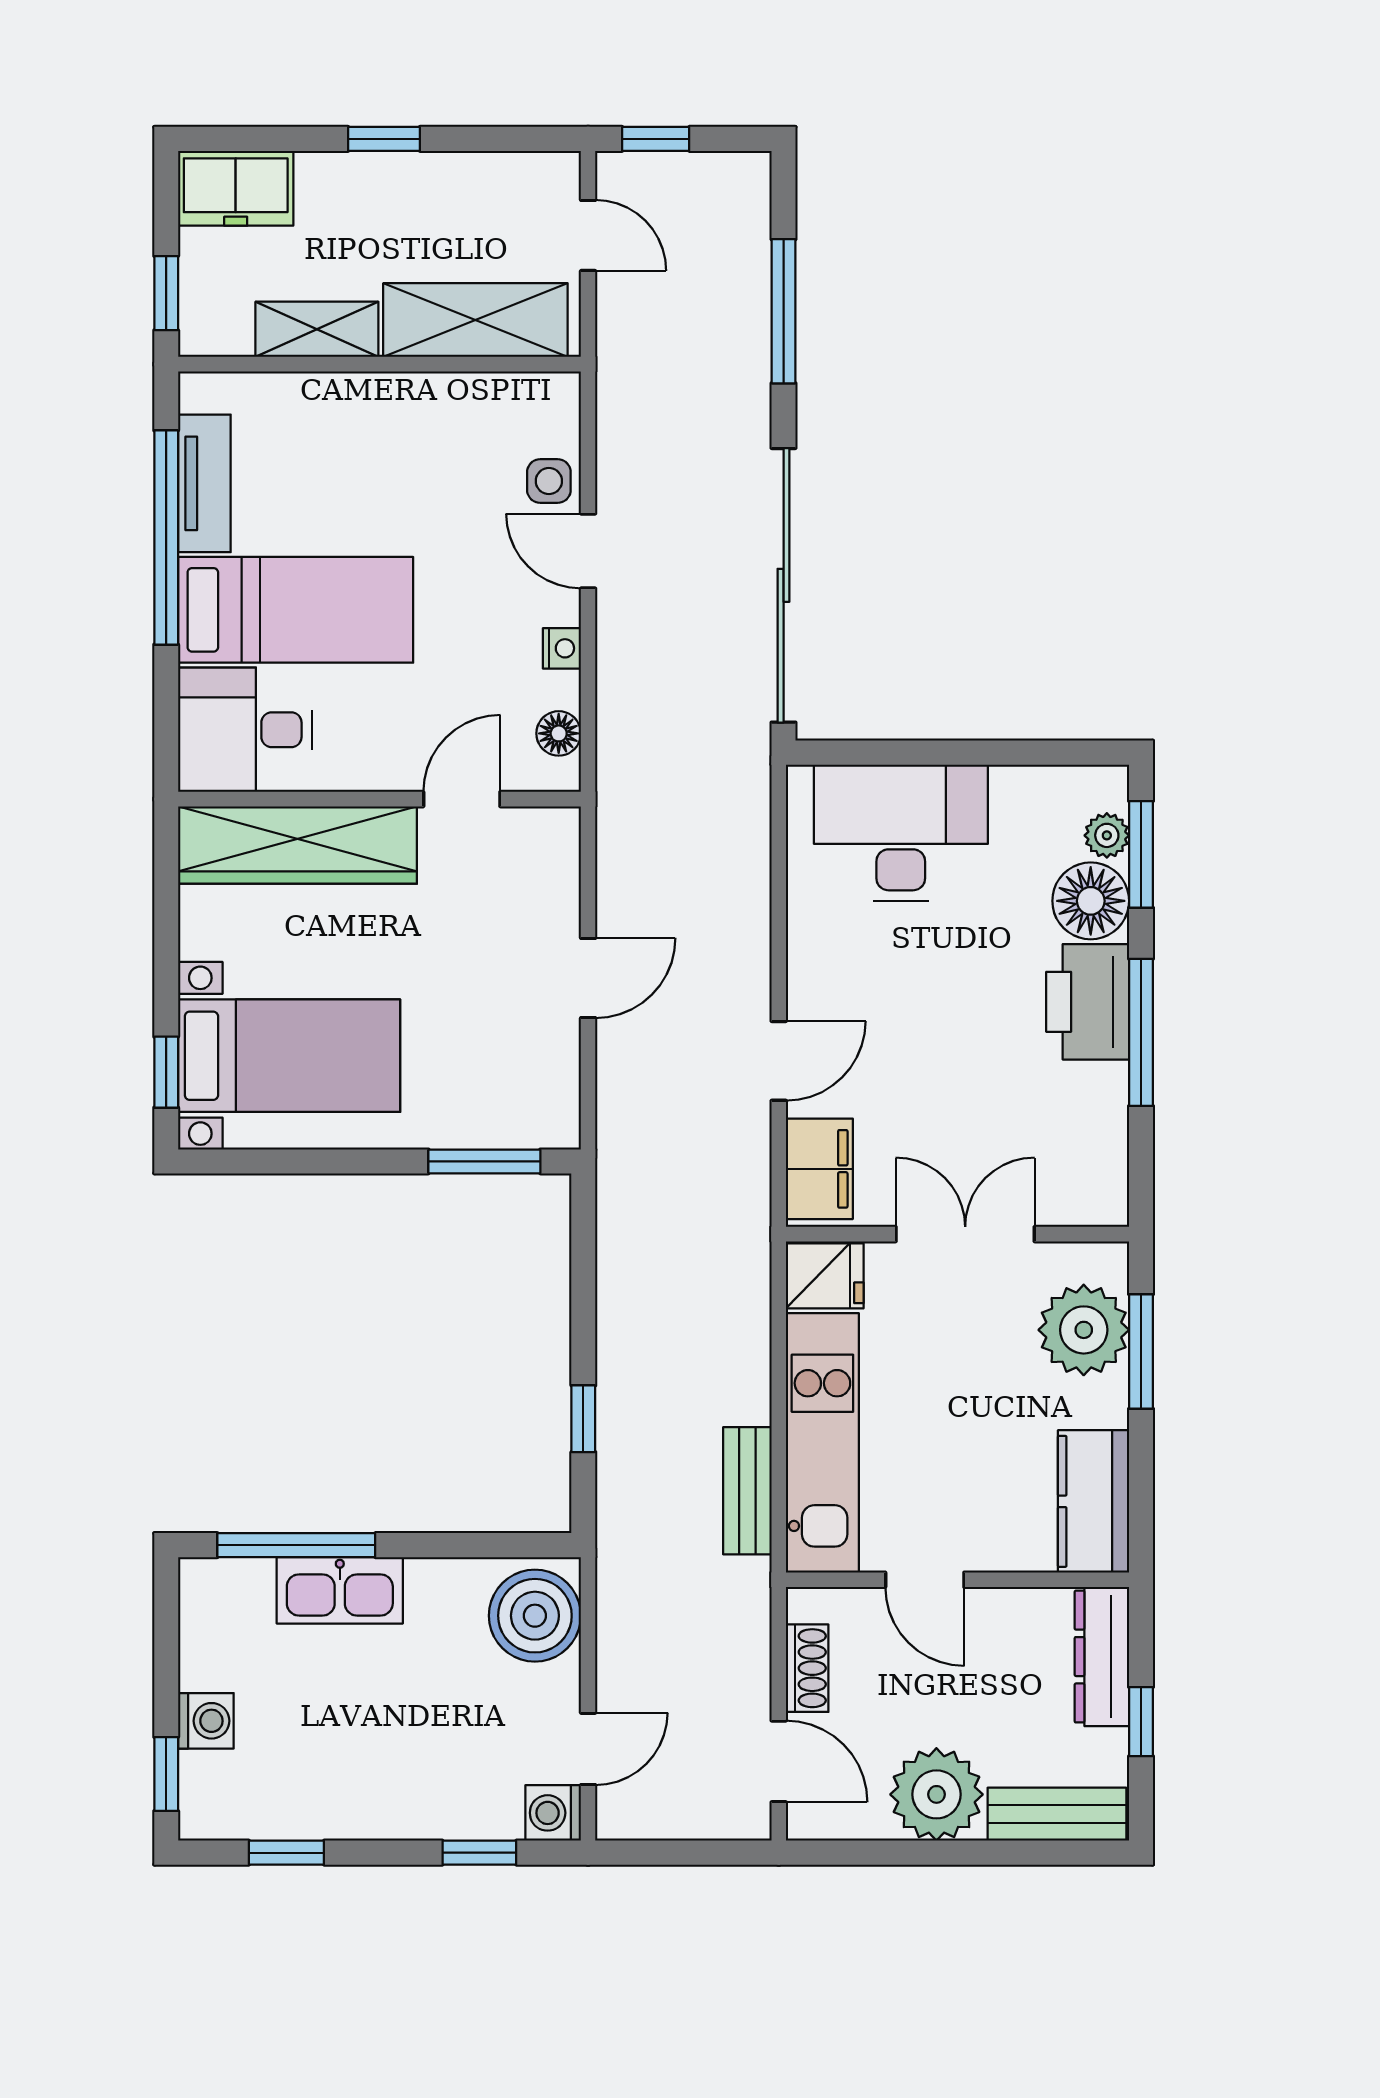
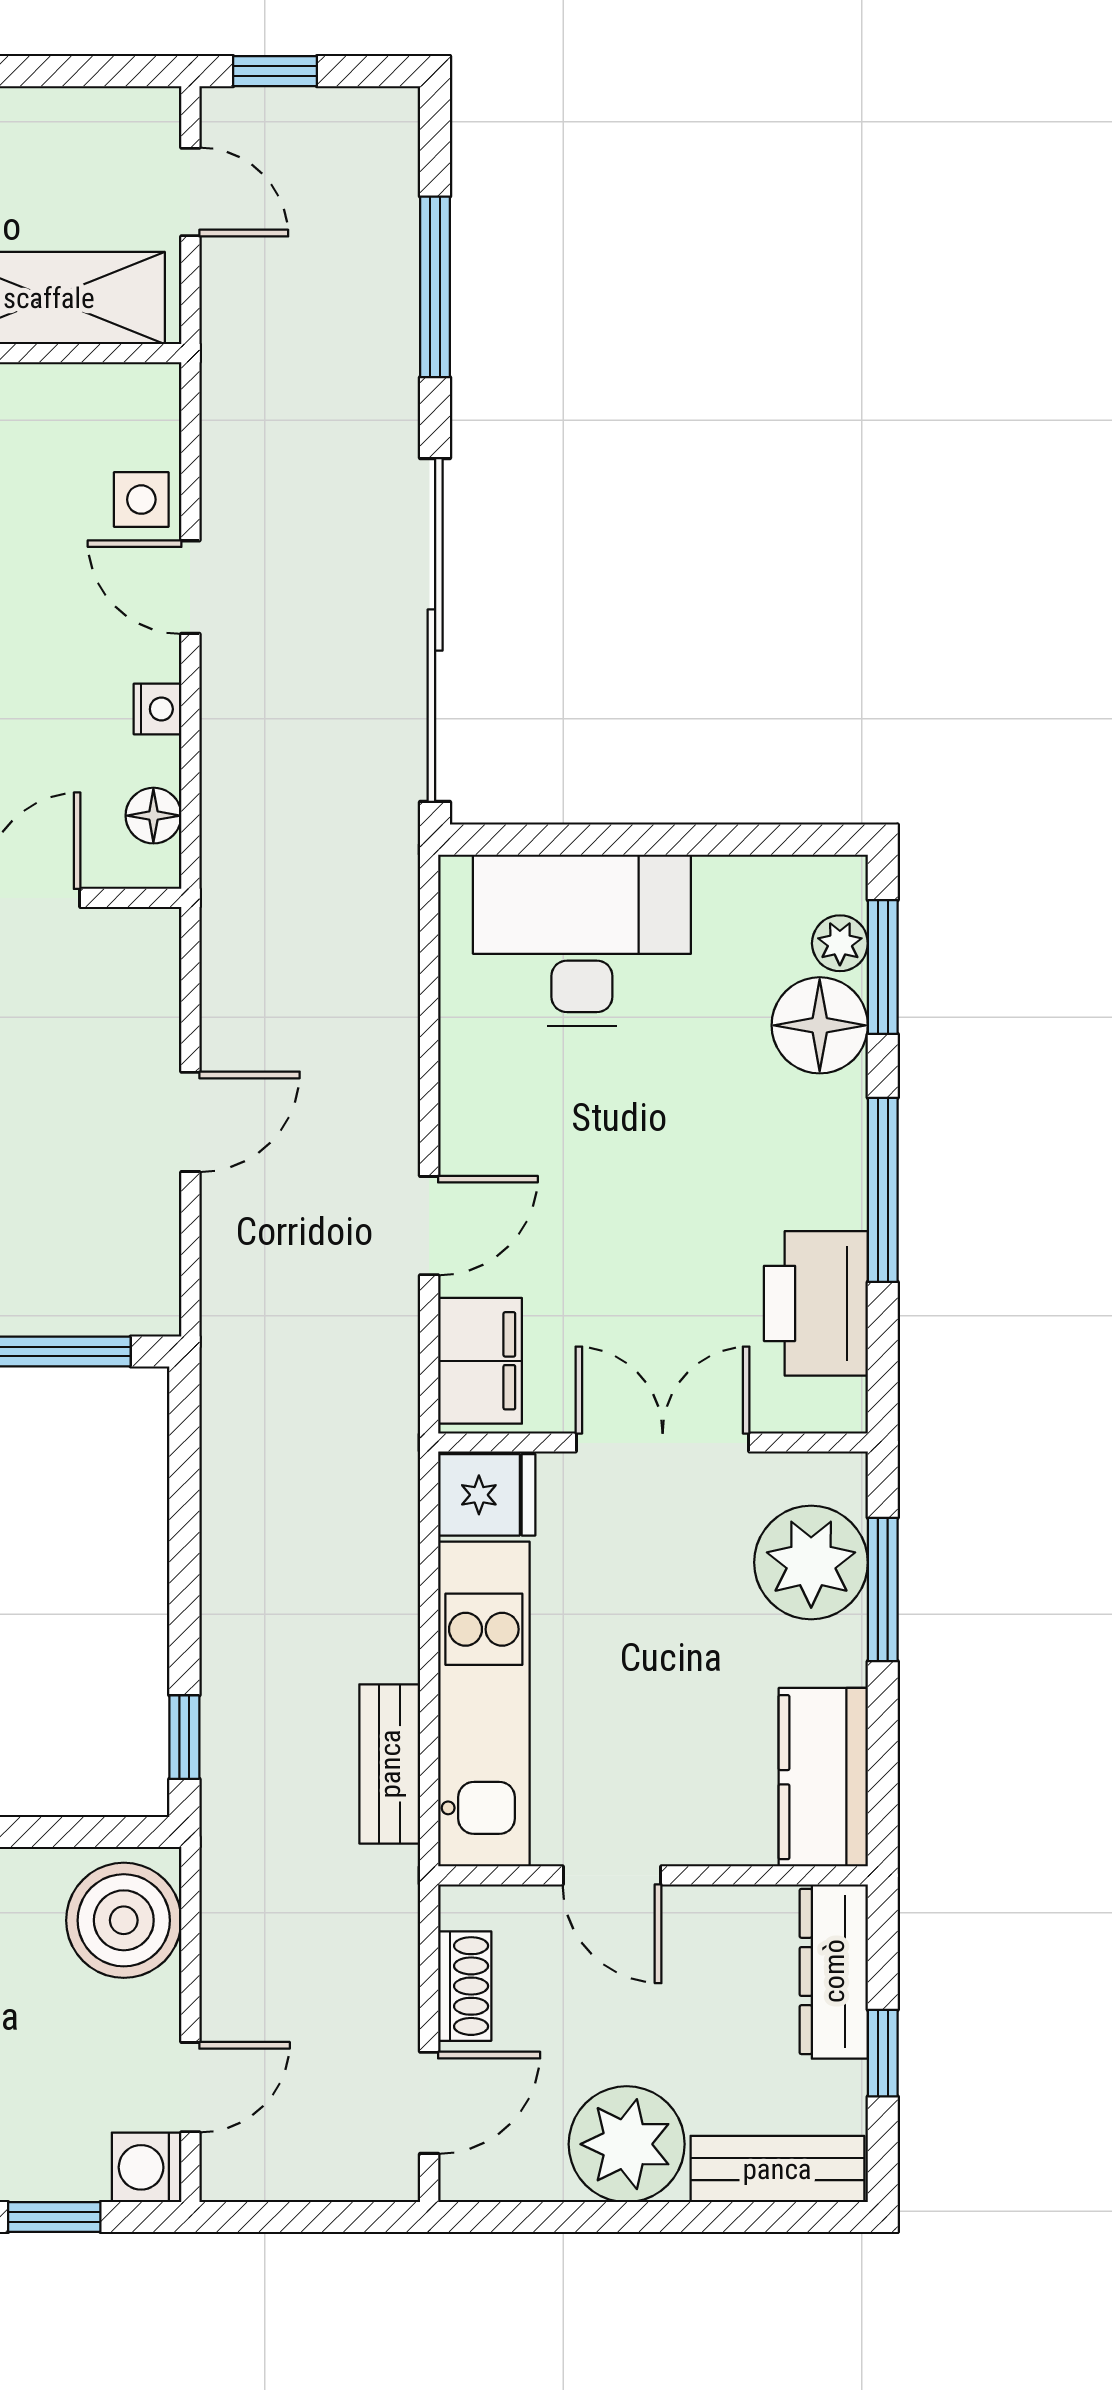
printer: (1088, 1002) -> (816, 1303), moved
window: (583, 1419) -> (184, 1737), moved
door: (779, 1761) -> (429, 2103), hinge flipped

